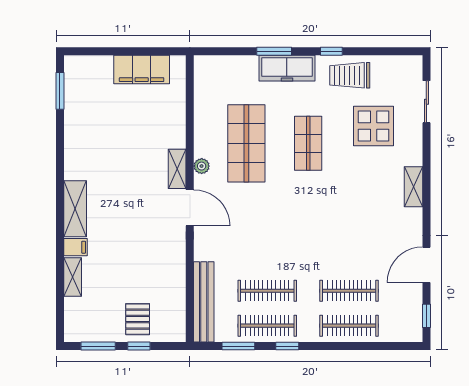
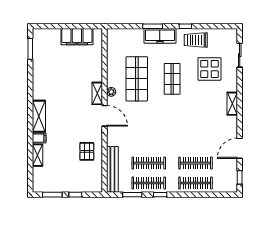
pallet: (138, 319) -> (87, 151), moved

